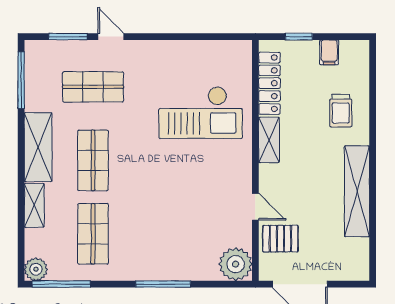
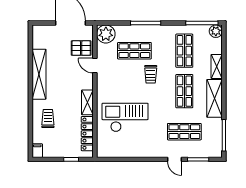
filing cabinet: (329, 52) -> (37, 151), moved
trolley: (154, 191) -> (151, 74), added
shop shelf: (184, 234) -> (134, 51), added

